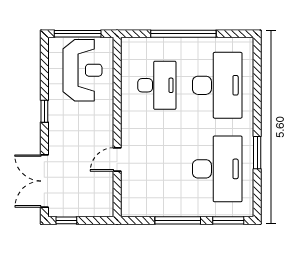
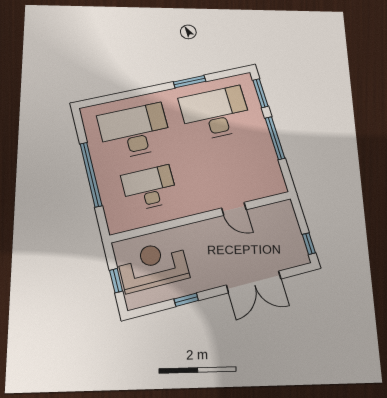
window: (78, 34) -> (116, 281), width x0.46
window: (44, 111) -> (186, 300), moved
double door: (44, 181) -> (254, 282), moved

